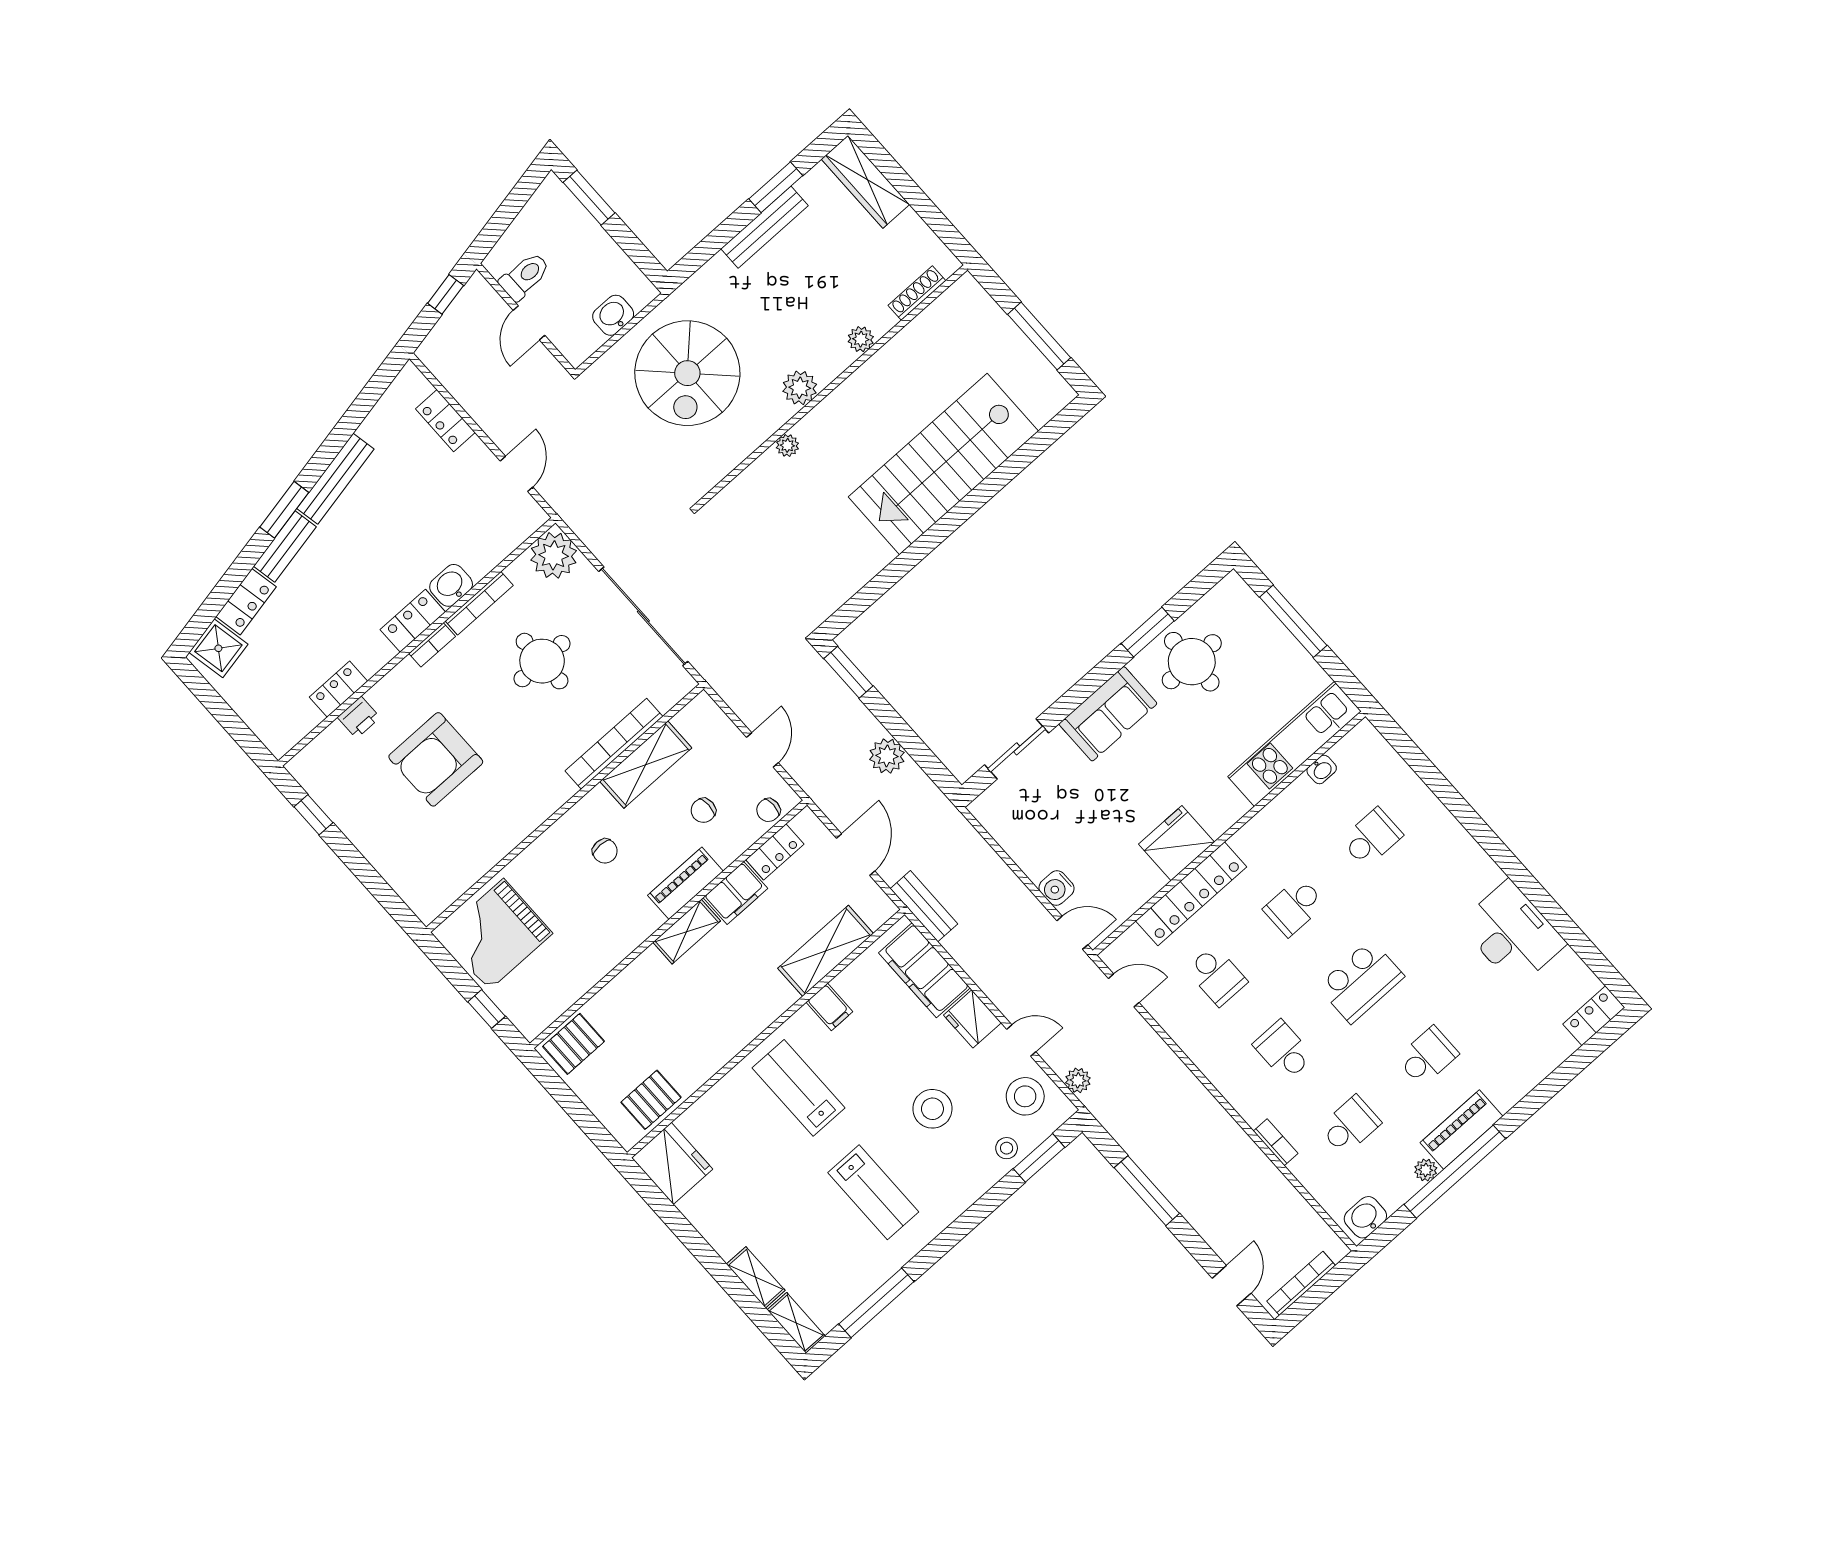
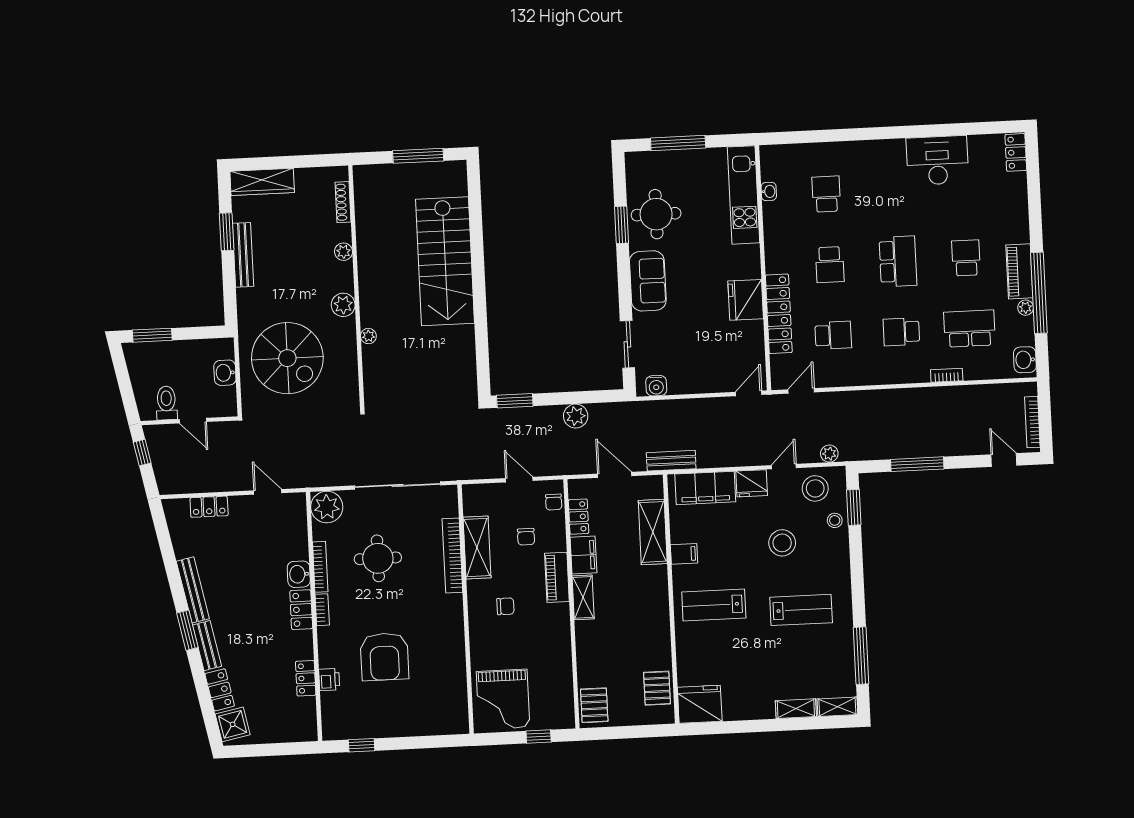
water cooler: (1057, 888) -> (656, 386), moved
school desk: (1350, 1125) -> (970, 329), width x1.85

